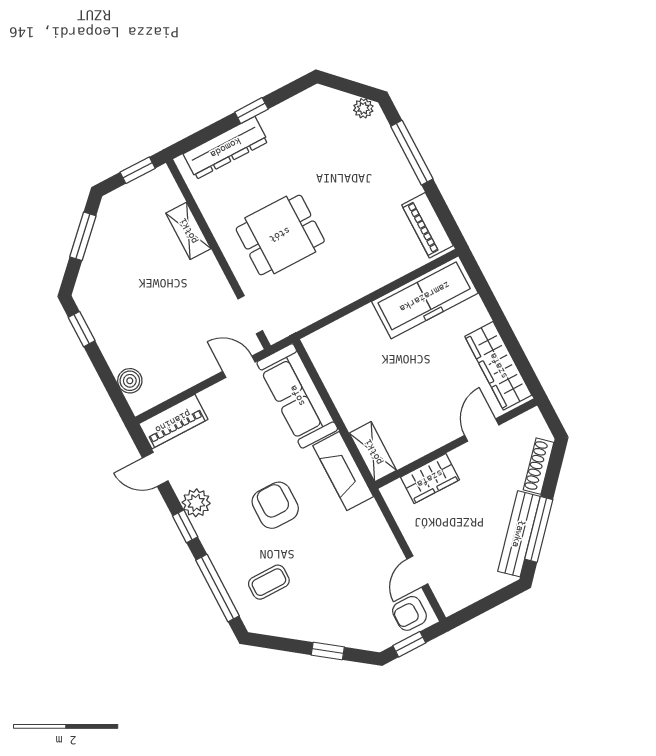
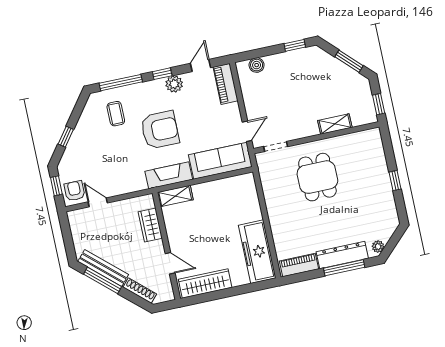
dresser: (226, 148) -> (342, 255), moved, turned 90
armchair: (275, 505) -> (160, 130), width x1.36, depth x1.36

